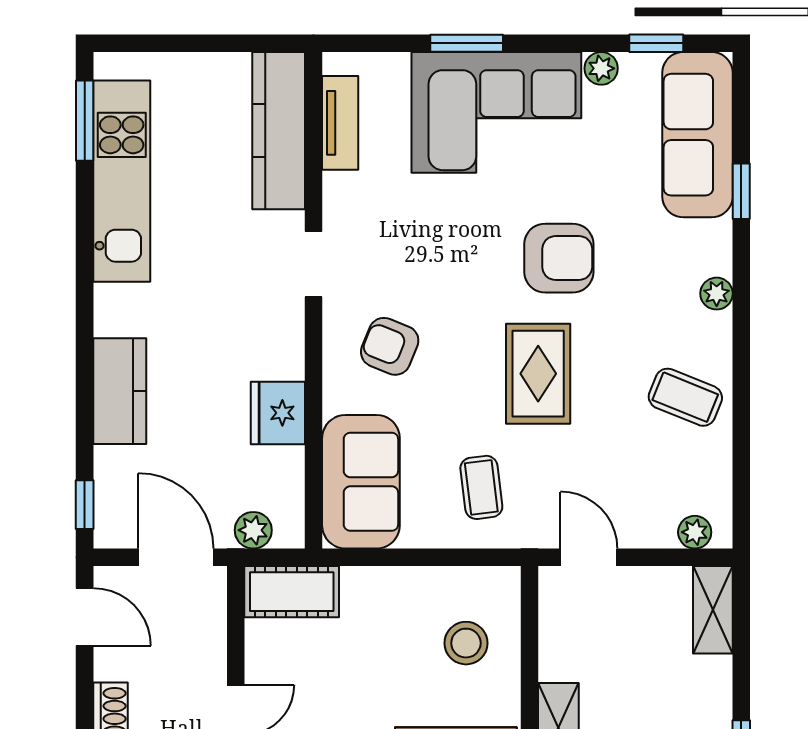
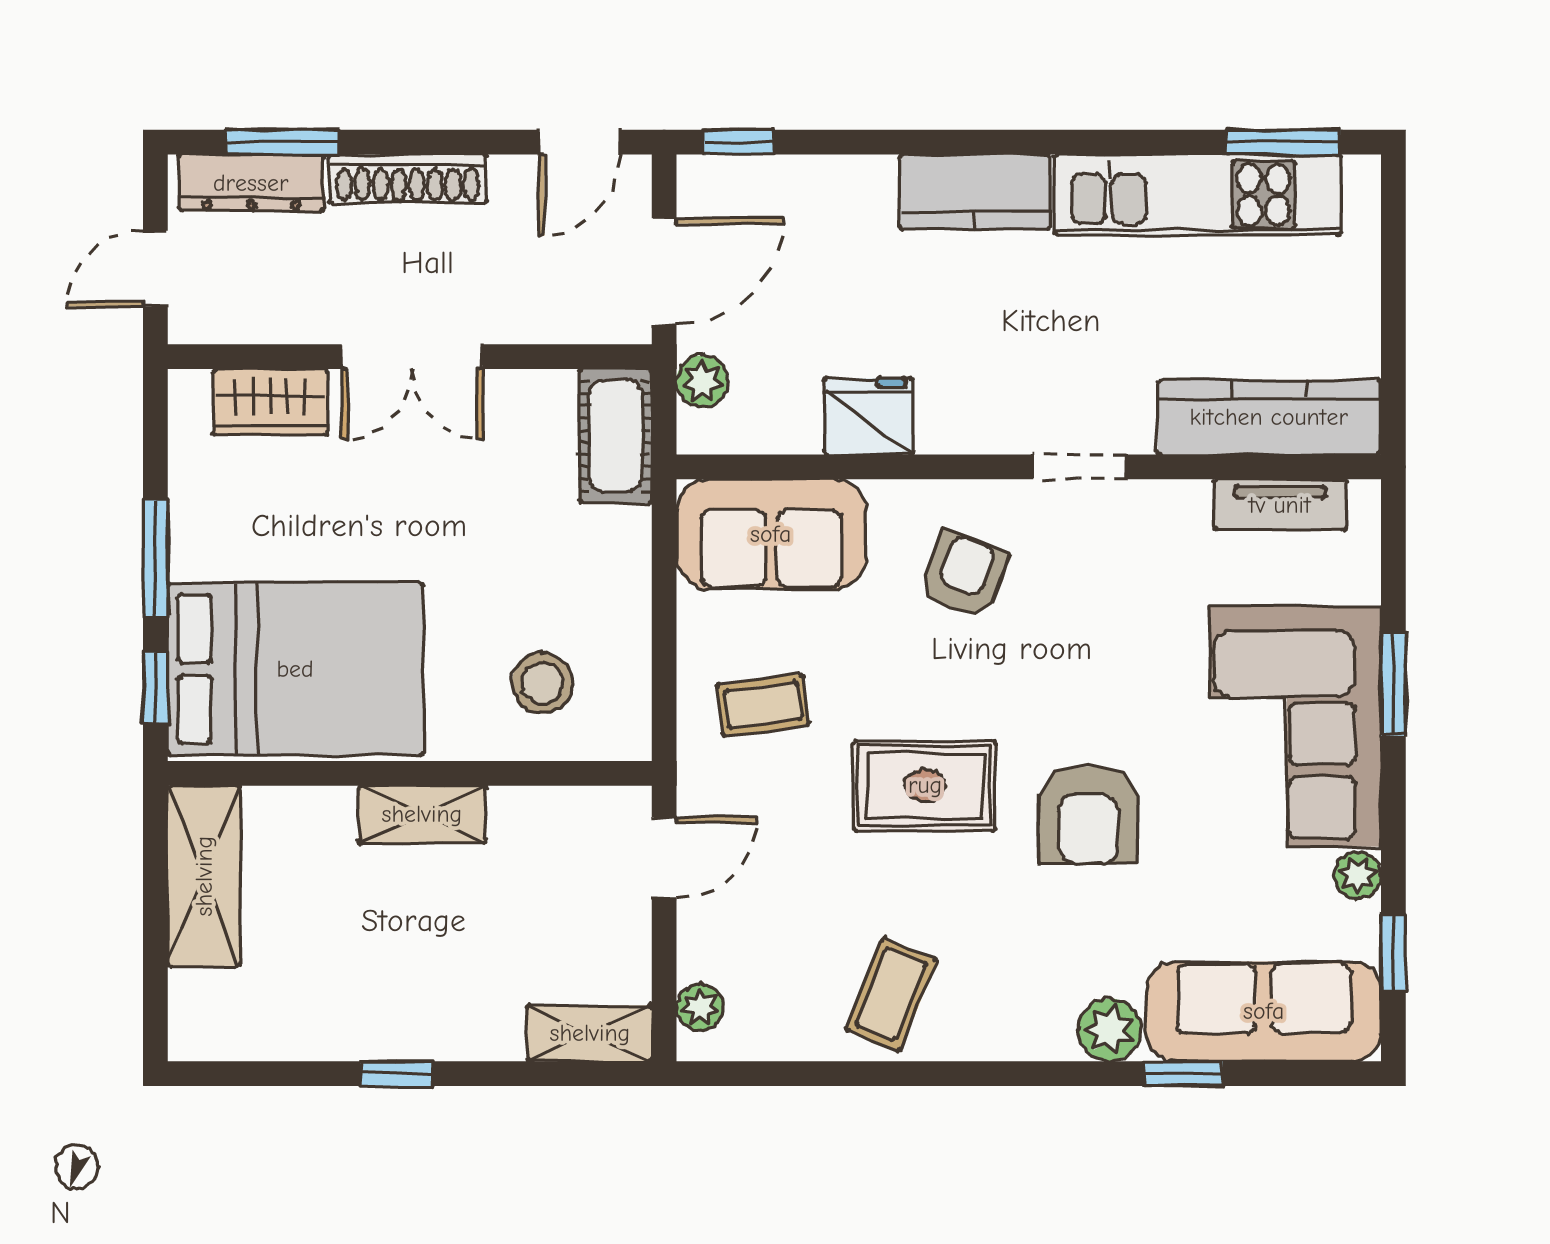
plant: (717, 294) -> (1110, 1030), moved, width x1.38, depth x1.38
kitchen counter: (120, 391) -> (975, 192), moved

